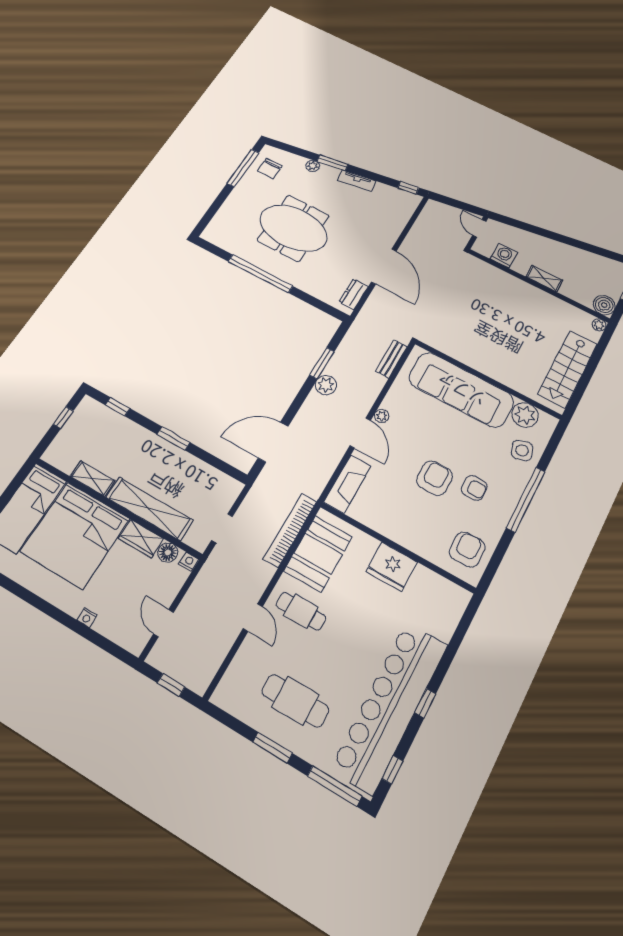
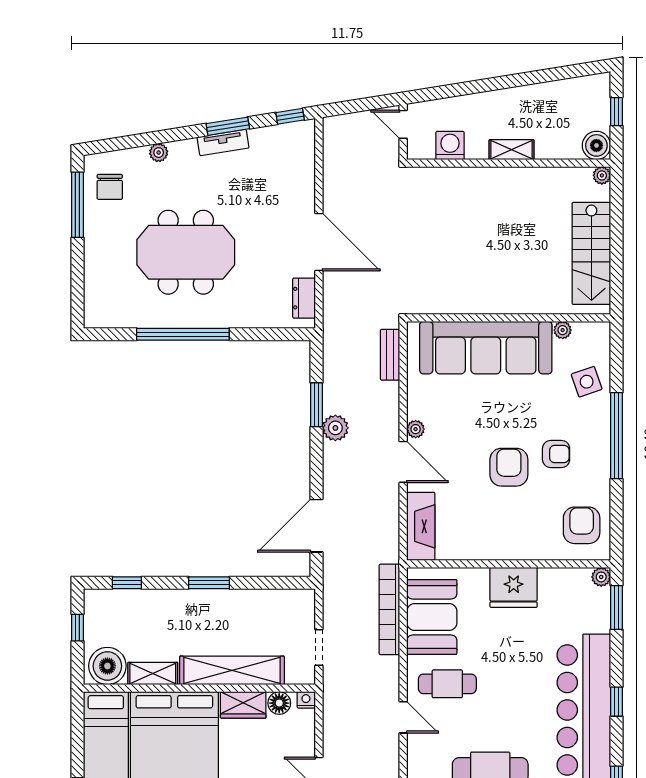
window: (333, 163) -> (228, 126), moved
plant: (525, 415) -> (563, 330), width x0.53, depth x0.53
boiler: (65, 455) -> (107, 666), added
plant: (463, 597) -> (601, 577), added
window: (463, 627) -> (617, 607), added

